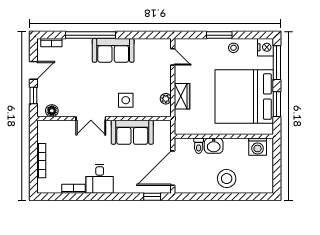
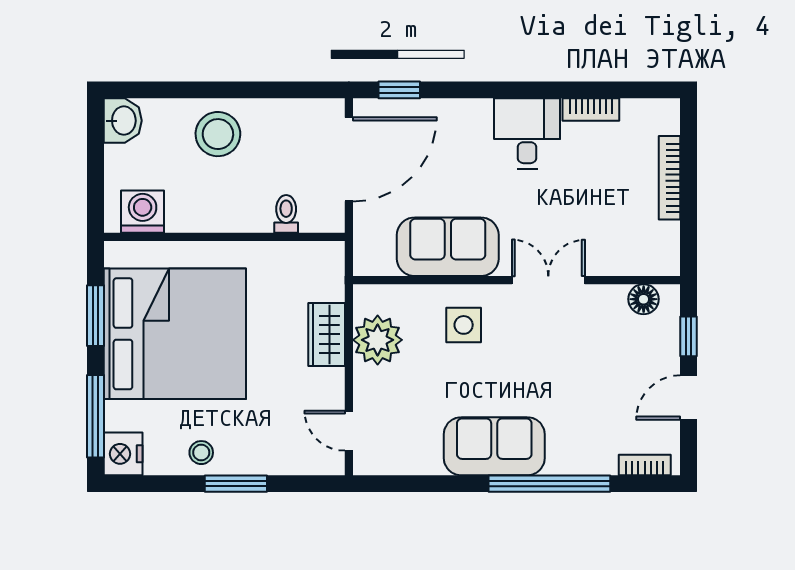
plant: (166, 99) -> (378, 340), width x1.87, depth x1.87
washbasin: (214, 146) -> (123, 121), moved, turned 90

